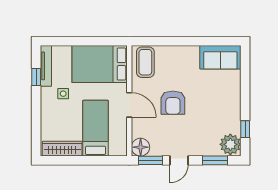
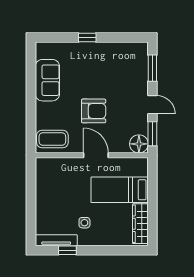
sofa: (220, 57) -> (47, 80), moved
bed: (100, 64) -> (54, 186), removed
door: (129, 105) -> (96, 155), hinge flipped
window: (245, 129) -> (87, 37), moved
plant: (230, 144) -> (136, 52), removed

